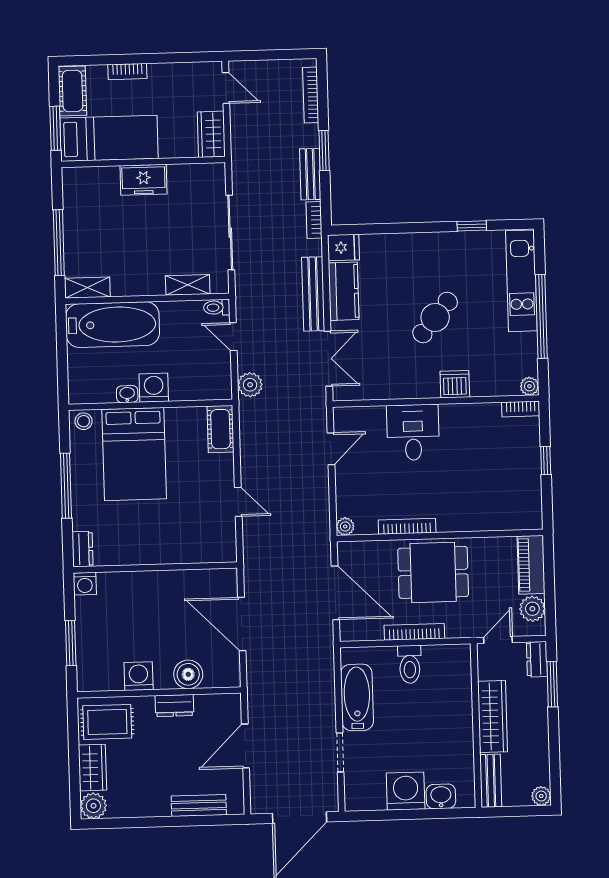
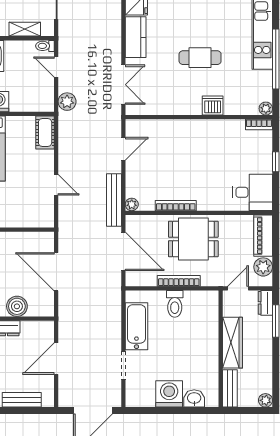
bench: (313, 294) -> (114, 200), moved
cafe table: (435, 317) -> (200, 58), turned 50
desk: (413, 432) -> (253, 192), moved, turned 90

